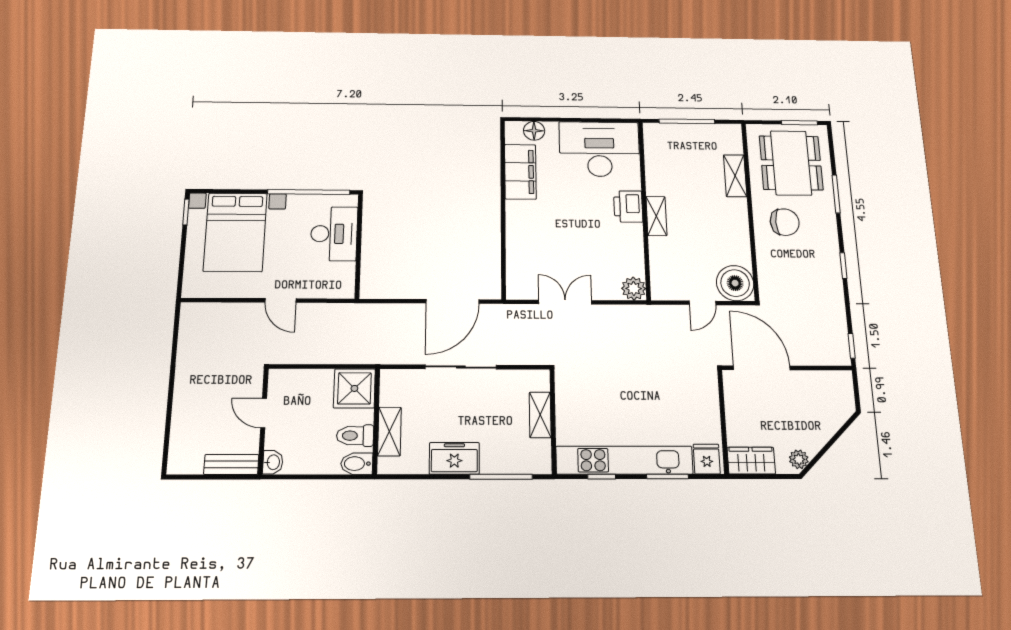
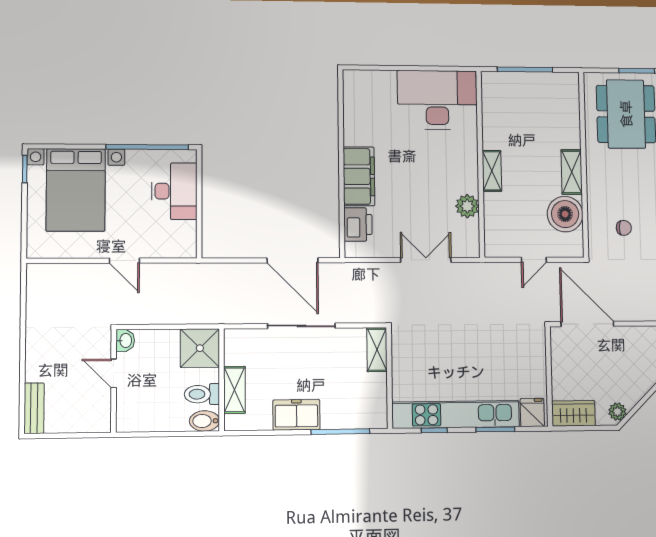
floor lamp: (534, 131) -> (372, 80), removed
filing cabinet: (520, 172) -> (359, 176), moved
shelving: (735, 176) -> (572, 172), moved
printer: (628, 206) -> (358, 224), moved, turned 180
chair: (785, 222) -> (624, 228), moved, width x0.54, depth x0.54
boiler: (735, 283) -> (565, 214), moved
plant: (634, 289) -> (467, 206), moved
door: (452, 301) -> (293, 260), hinge flipped
double door: (565, 302) -> (426, 260), moved
shelving: (540, 415) -> (377, 350), moved
washbasin: (273, 462) -> (125, 340), moved
bench: (231, 464) -> (34, 408), moved, turned 90

